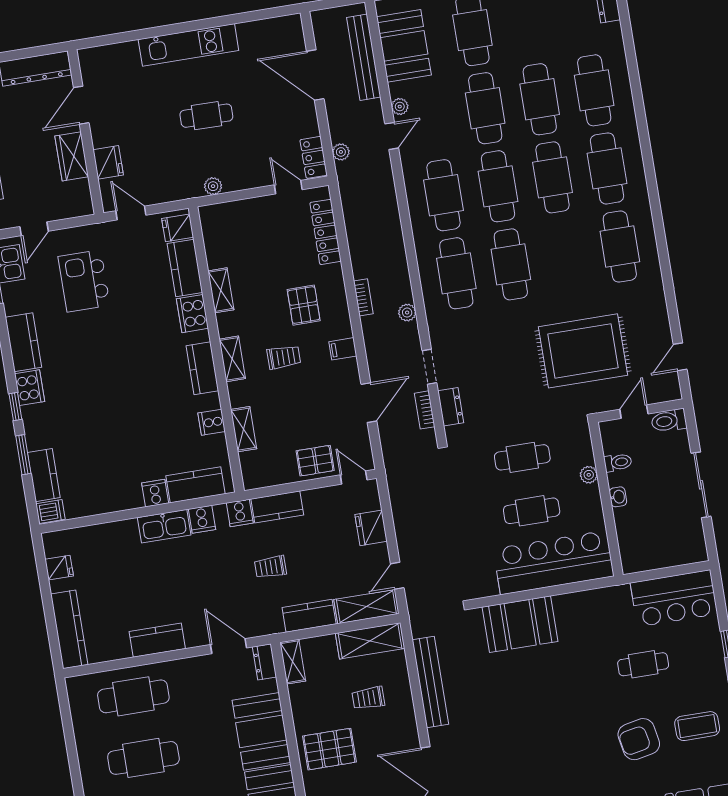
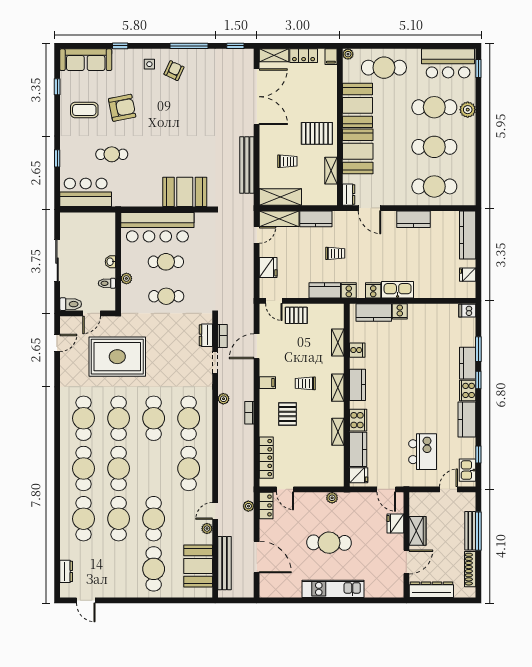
cafe table: (206, 116) -> (329, 543), width x1.37, depth x1.35
cafe table: (498, 186) -> (119, 418), moved
kitchen counter: (44, 475) -> (468, 363), moved
shelving: (293, 662) -> (331, 171), moved

